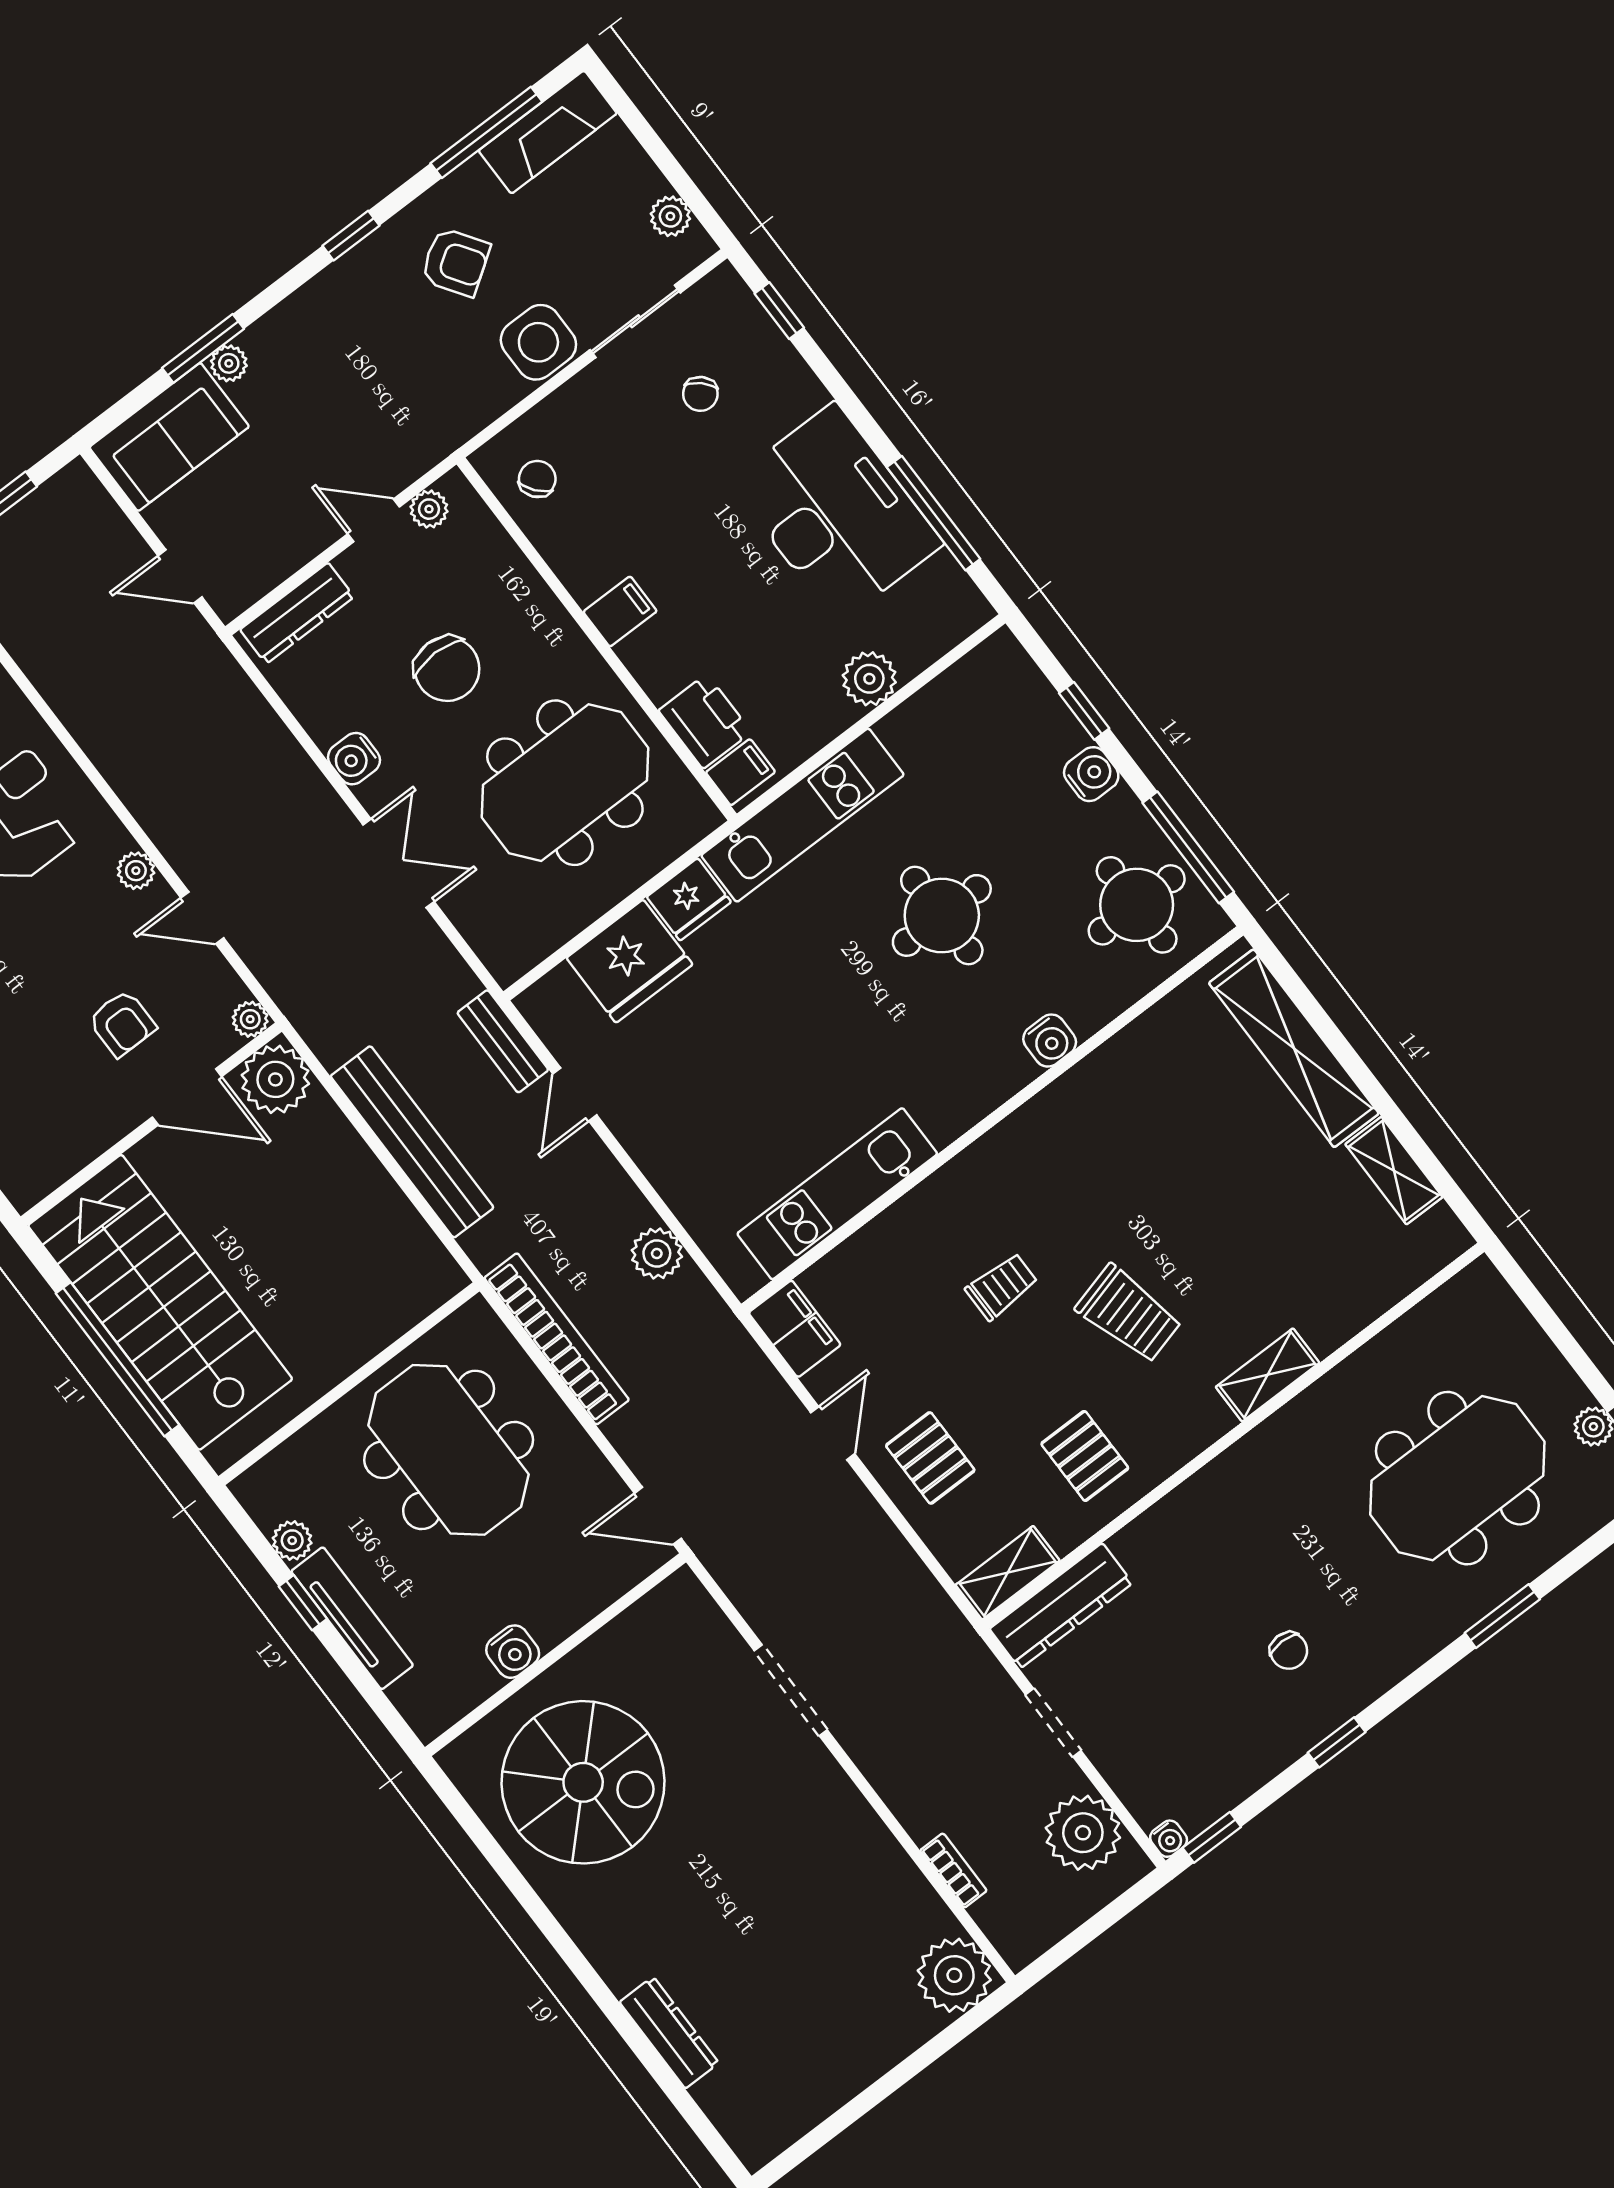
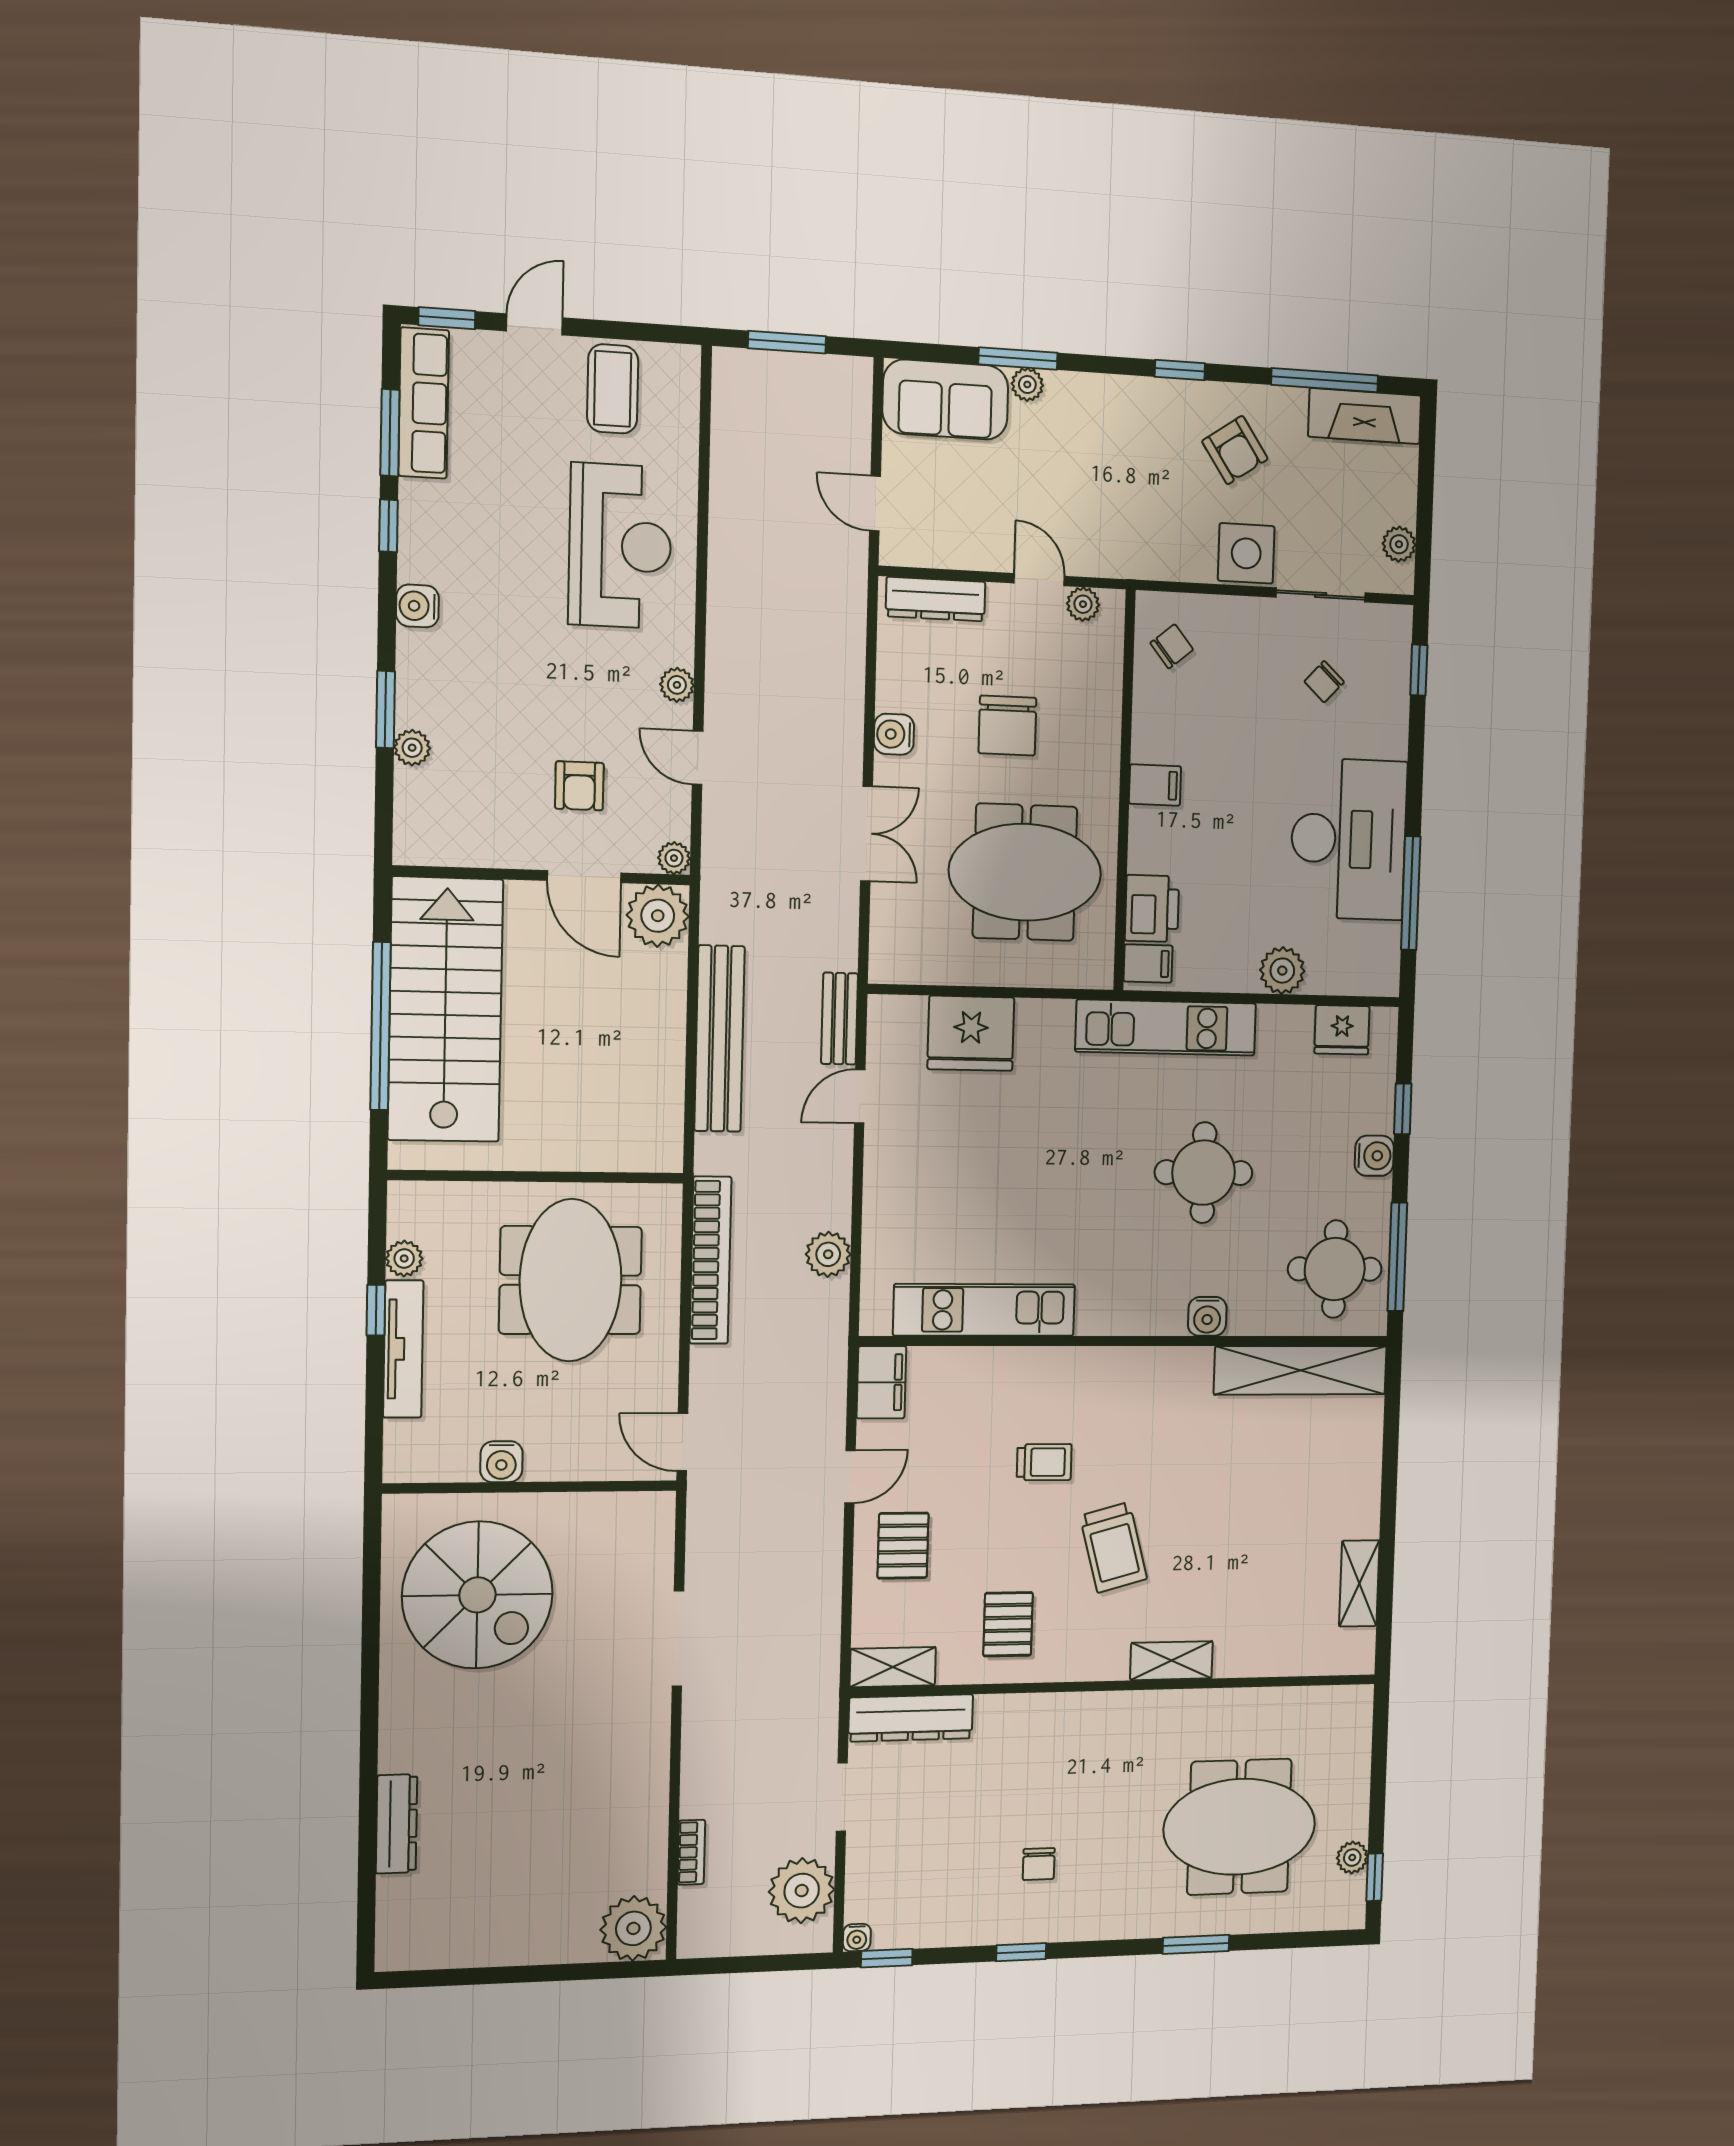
fridge: (689, 899) -> (1342, 1030), moved
shelving: (1294, 1048) -> (1301, 1370), moved, turned 90

